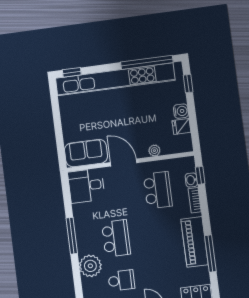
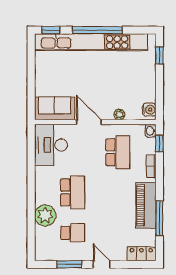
window: (147, 62) -> (97, 30), moved
water cooler: (181, 111) -> (149, 110), moved
fridge: (181, 126) -> (148, 95), removed
washbasin: (191, 180) -> (151, 131), moved
desk: (86, 186) -> (51, 145), width x1.37
window: (72, 236) -> (31, 185), removed

